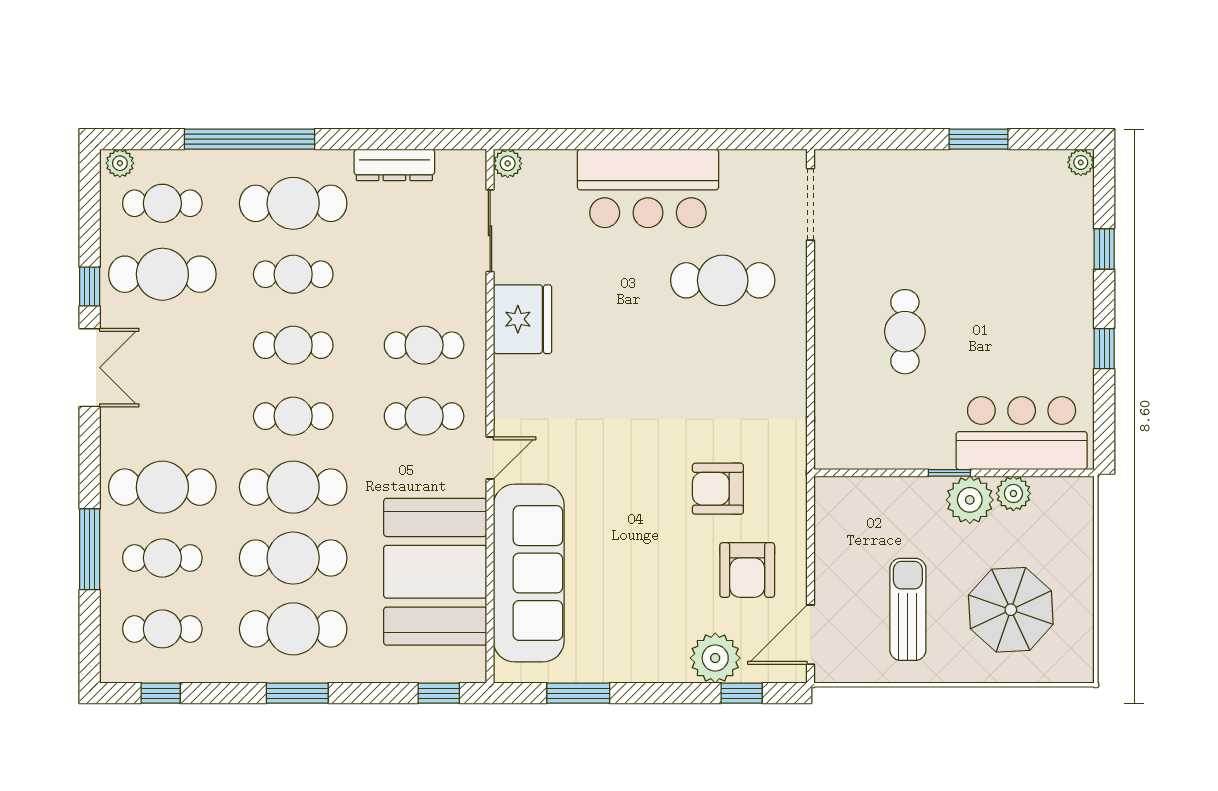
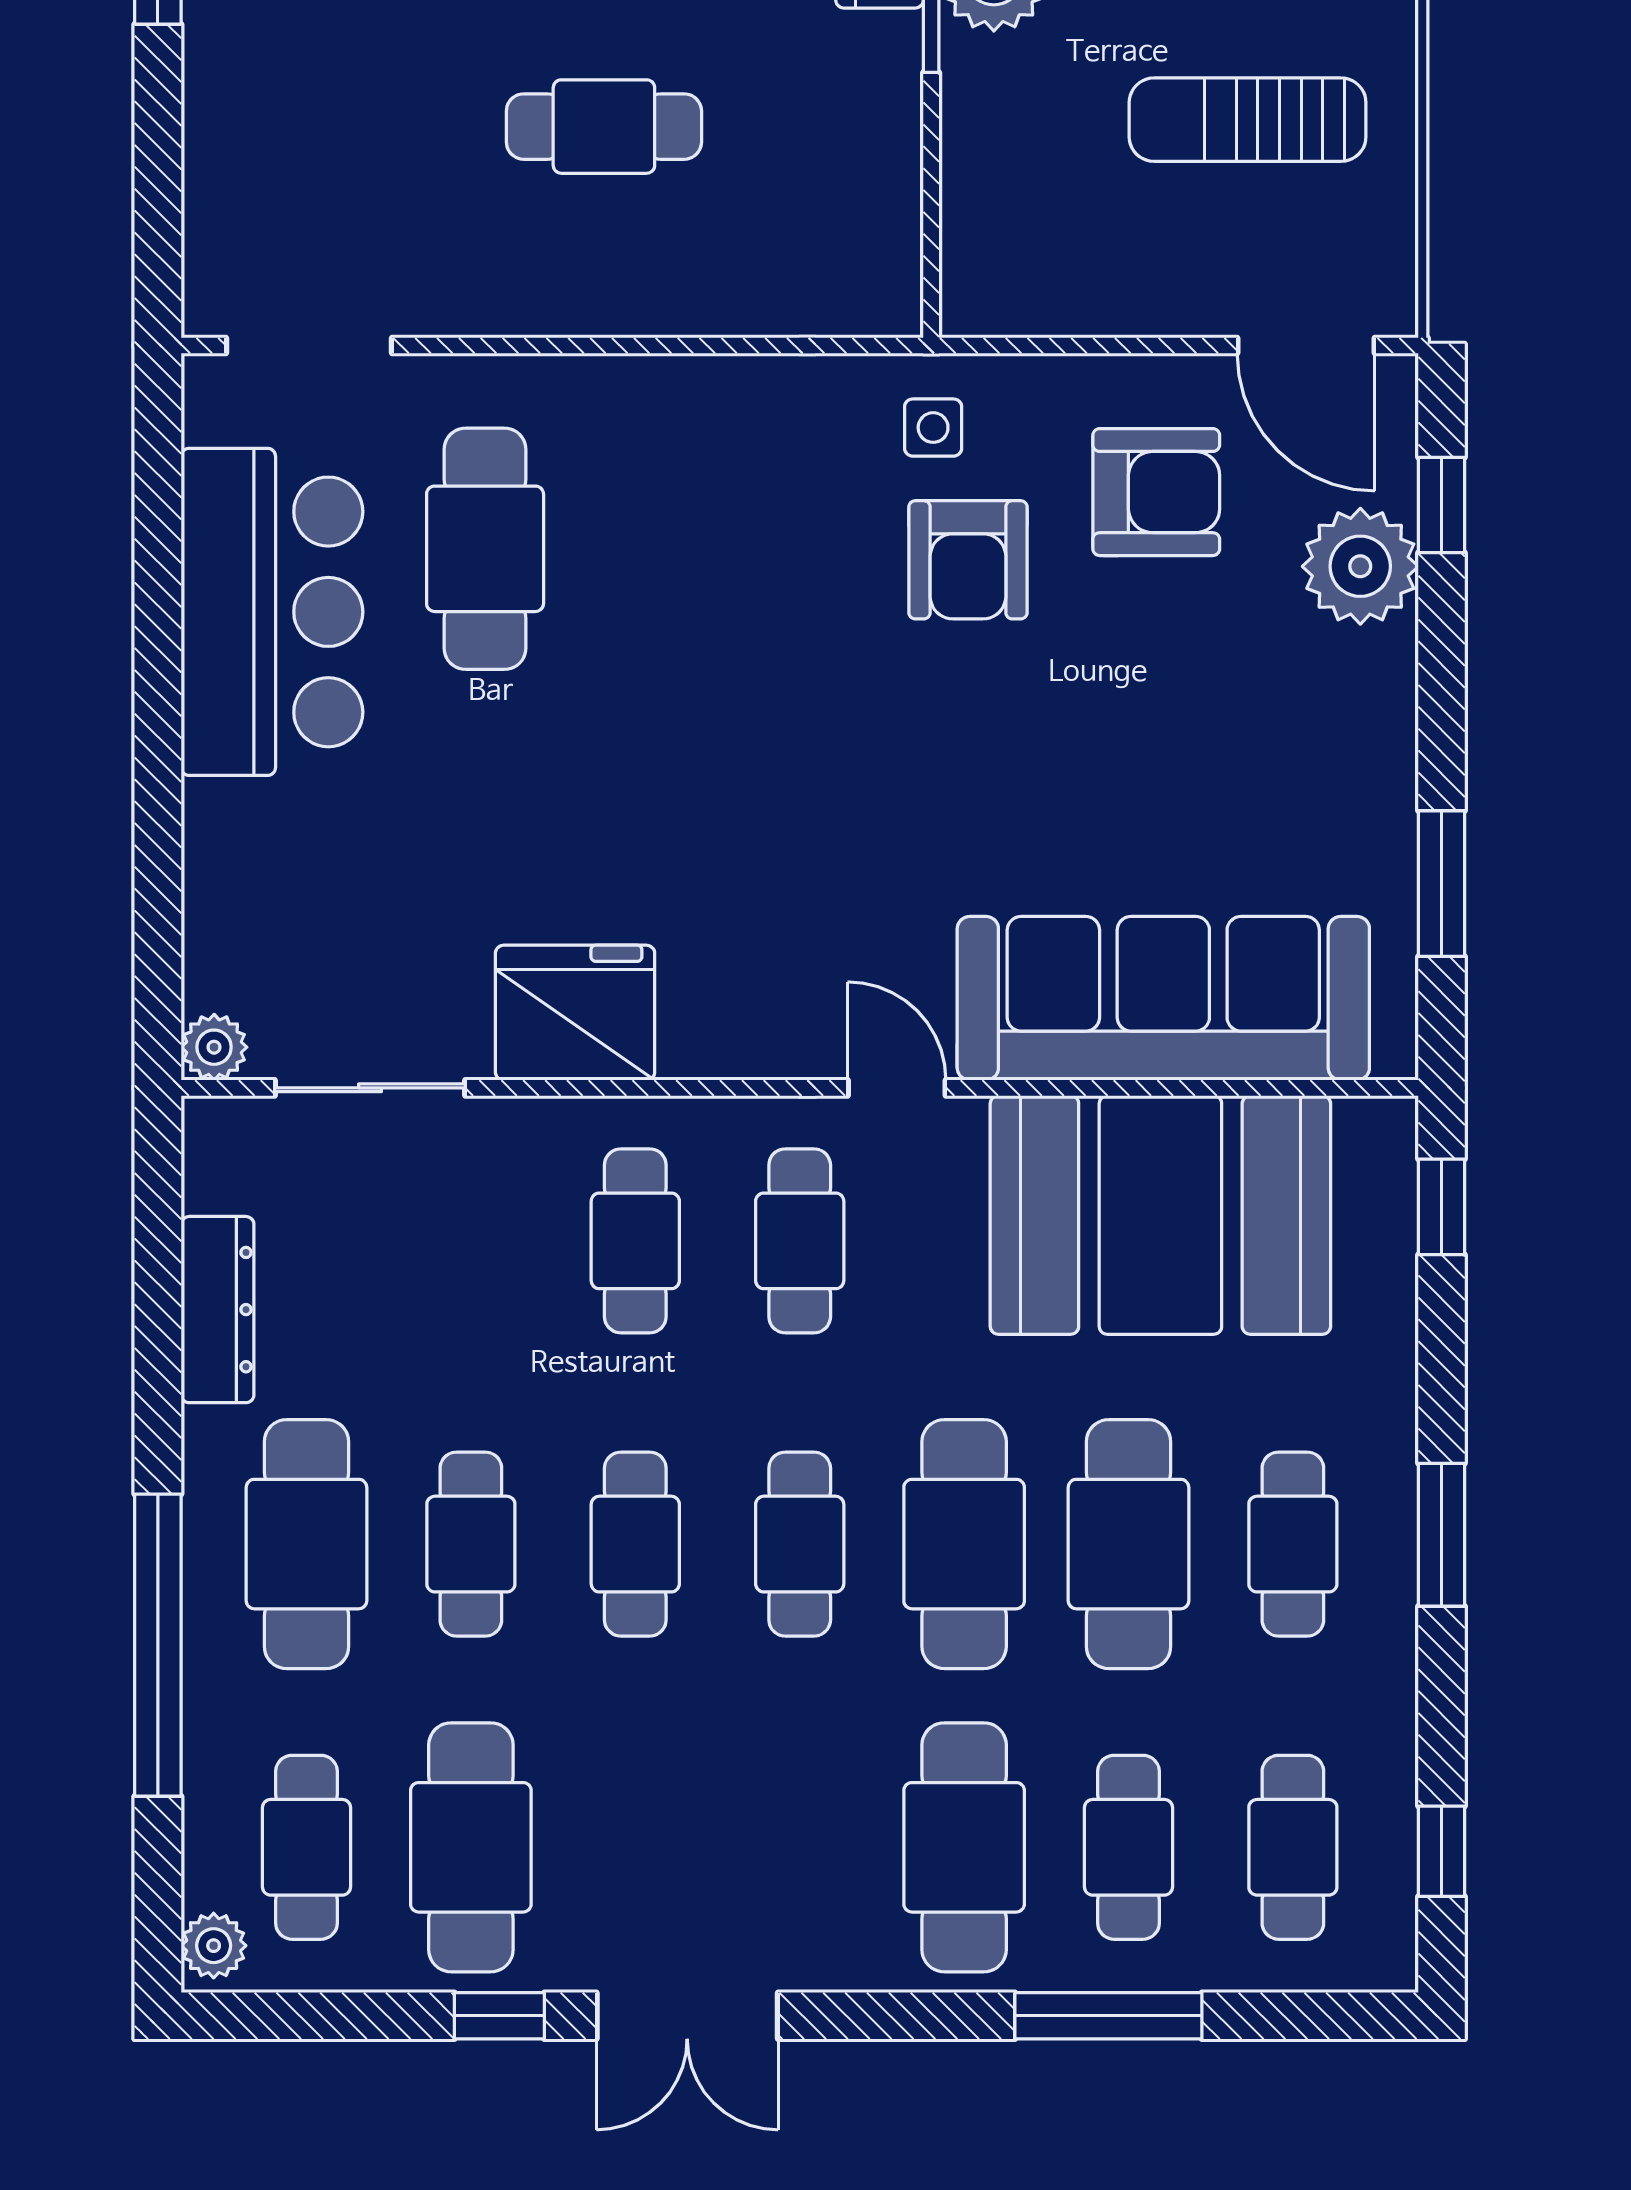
bar counter: (648, 188) -> (272, 612), moved
double door: (90, 368) -> (687, 2016), swing flipped
side table: (775, 474) -> (933, 428), added
cafe table: (293, 629) -> (1293, 1544), width x0.73, depth x0.74

